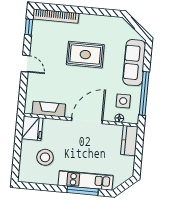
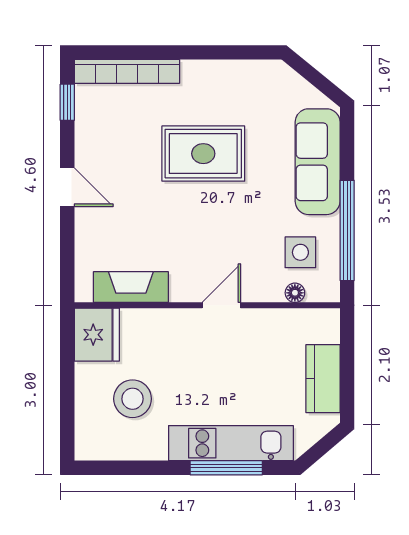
door: (87, 121) -> (221, 305), width x0.53
kitchen counter: (129, 141) -> (323, 379), moved

